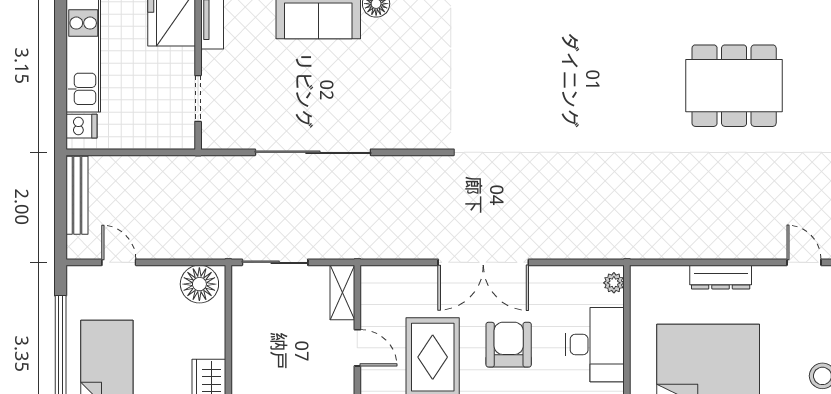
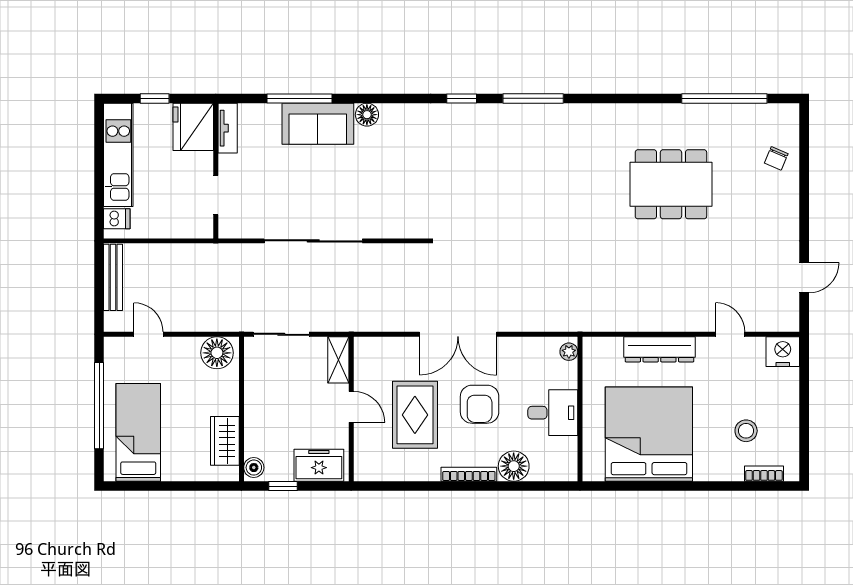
dresser: (721, 277) -> (660, 349), width x1.37, depth x1.24
armchair: (509, 345) -> (480, 404), turned 180
desk: (595, 345) -> (553, 413), width x0.73

